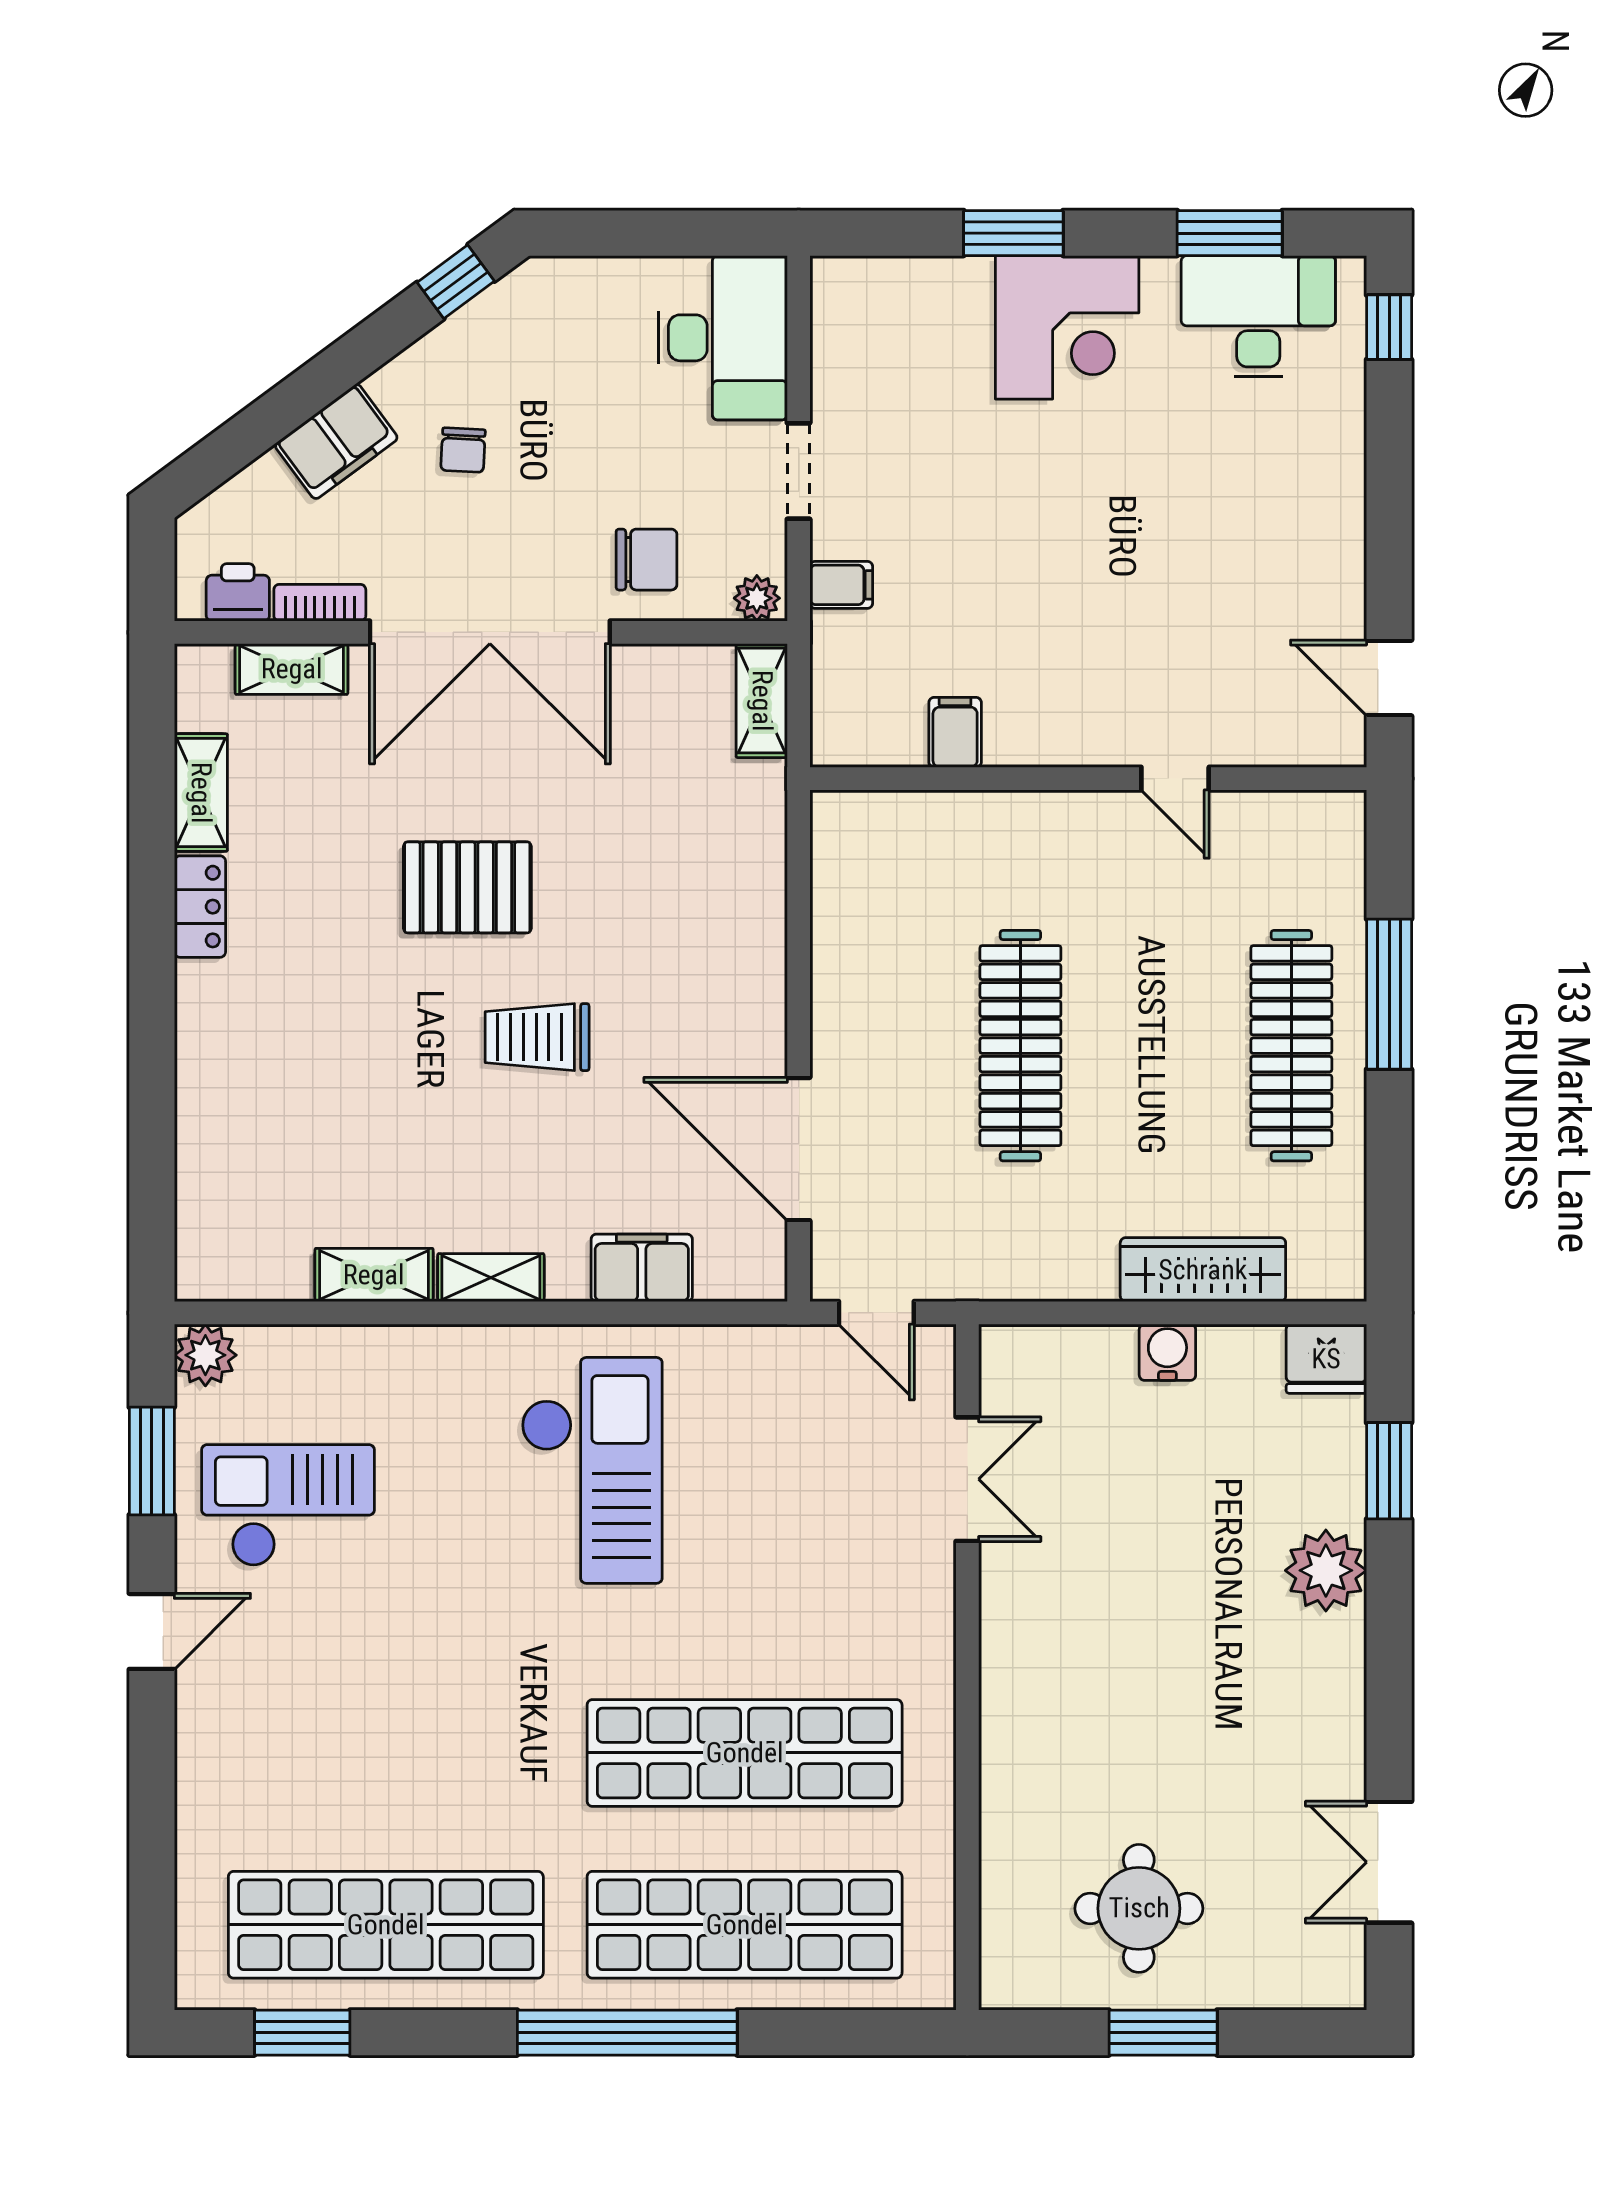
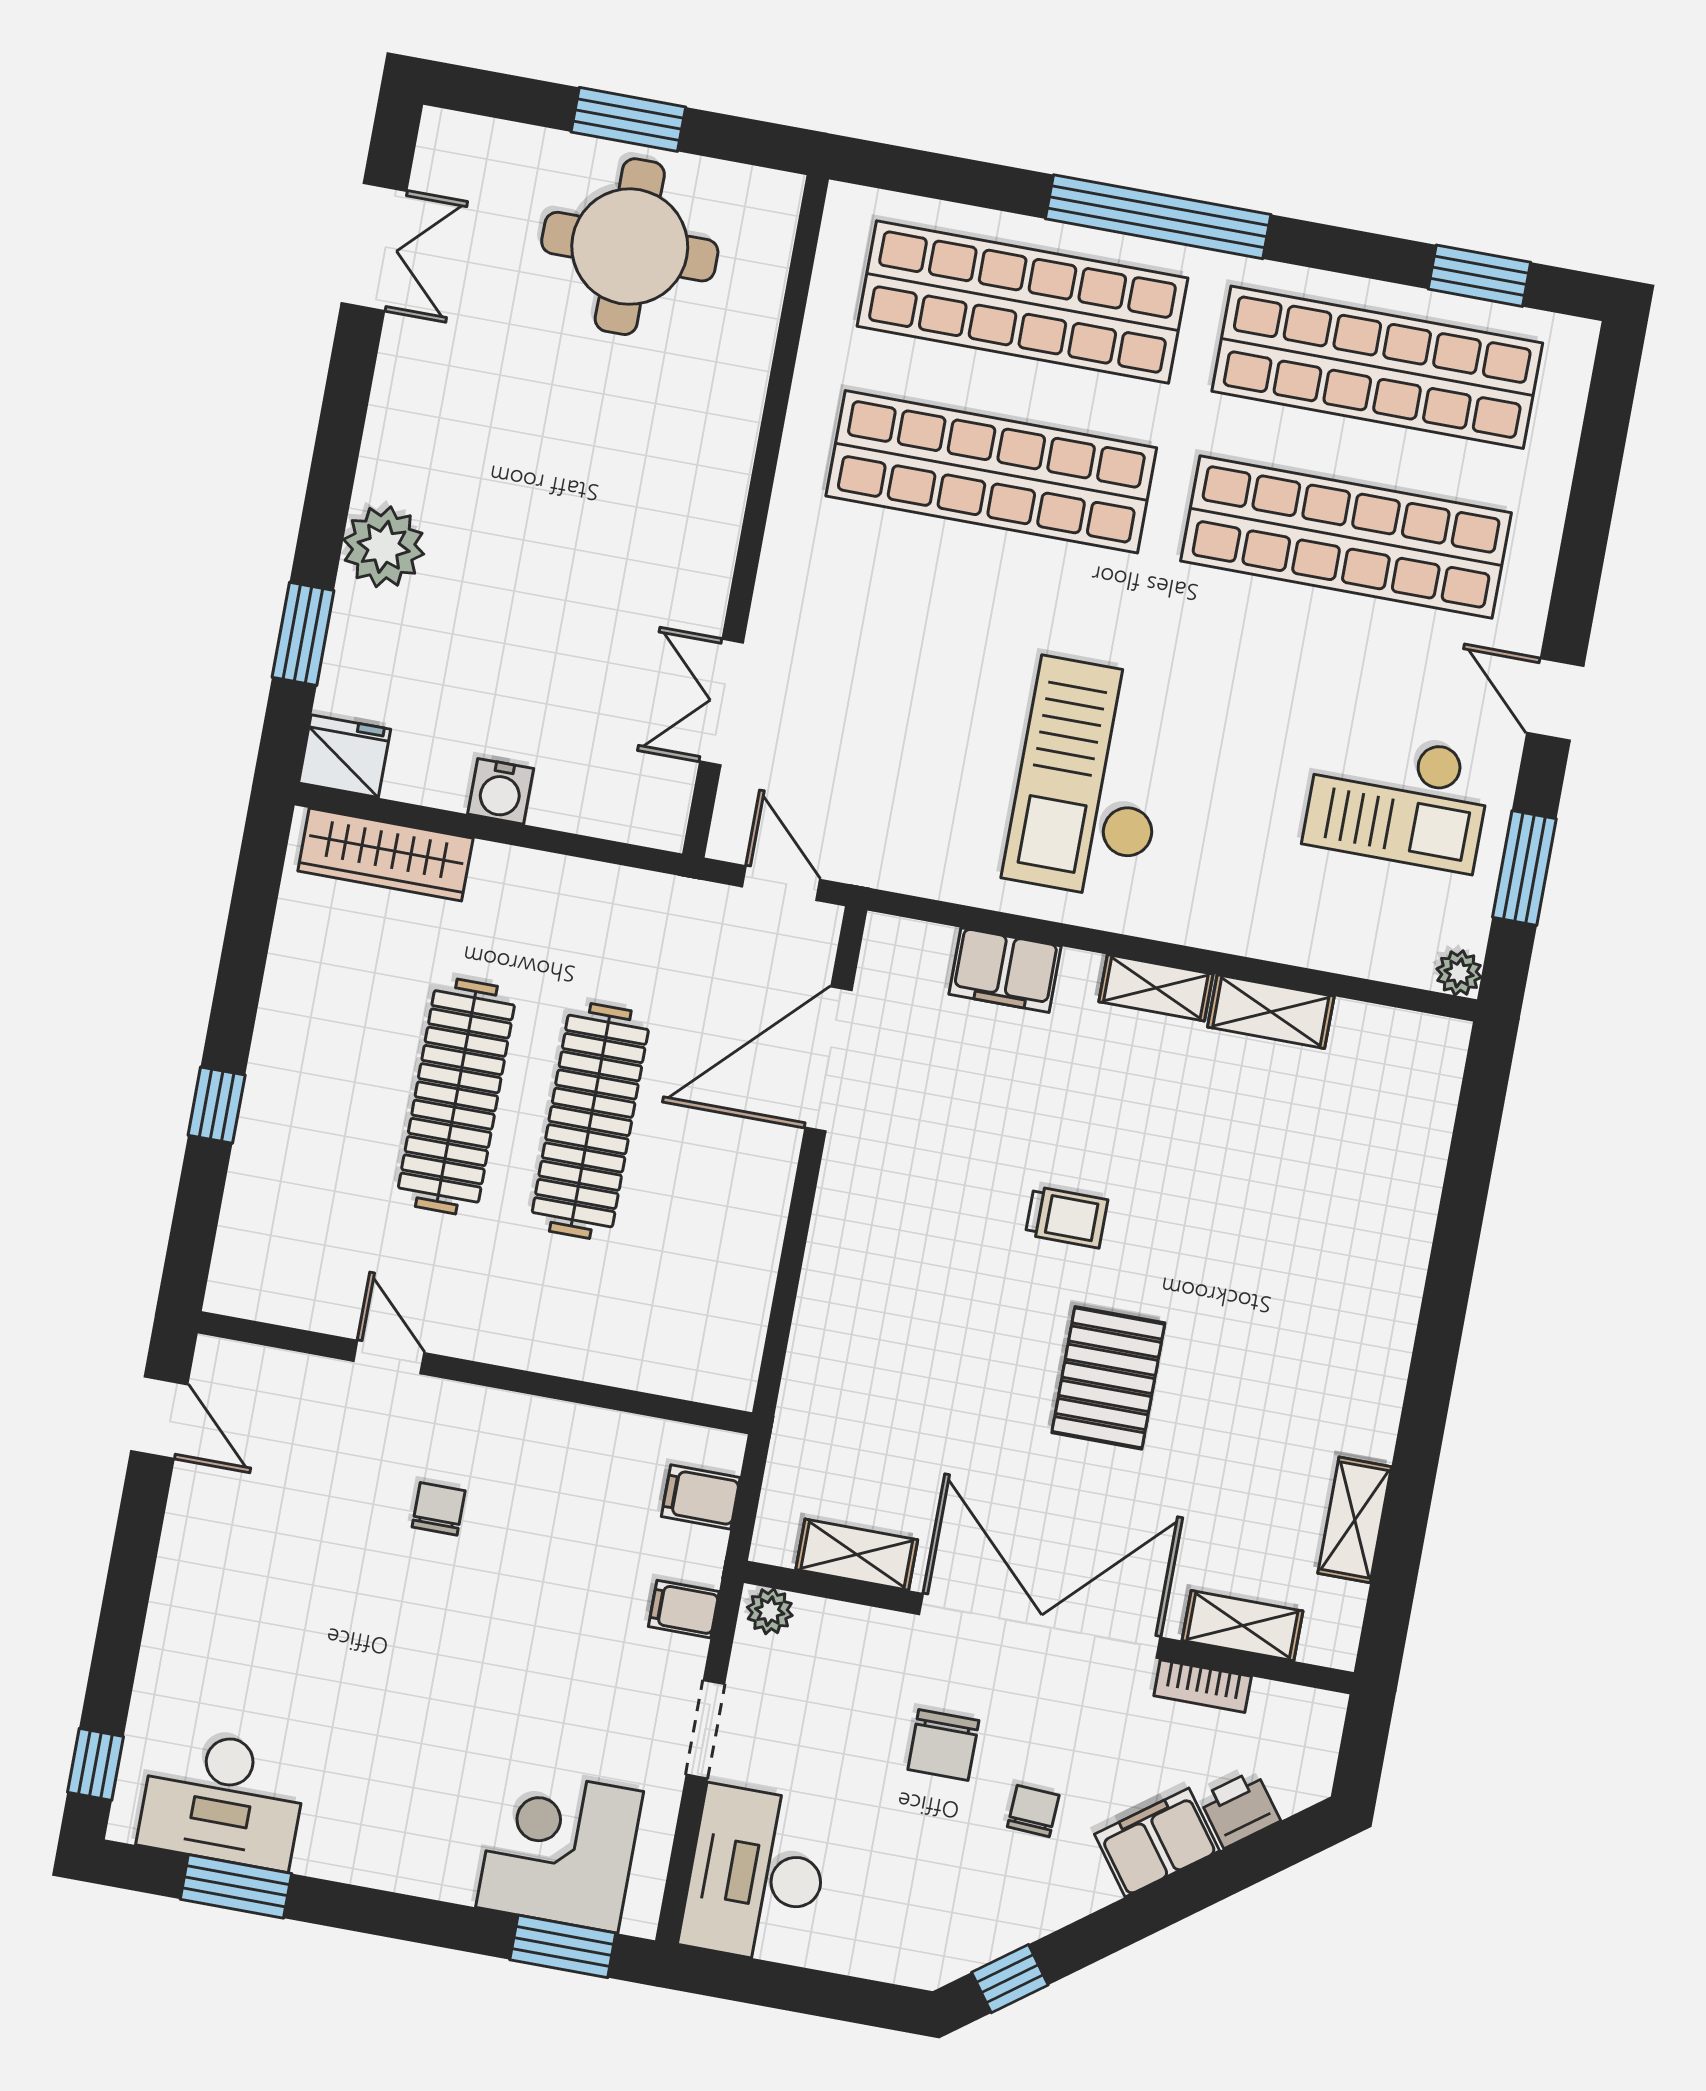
window: (1013, 233) -> (563, 1946), moved
corner desk: (1067, 327) -> (560, 1849), moved
chair: (646, 560) -> (943, 1745), moved, turned -90
printer: (238, 592) -> (1240, 1809), moved, turned 144
chair: (1099, 639) -> (439, 1509), added
shelving: (762, 701) -> (857, 1555), moved, turned 90
filing cabinet: (955, 732) -> (701, 1497), moved, turned 90
pallet: (467, 887) -> (1108, 1378), turned 90
locker: (200, 907) -> (1376, 1407), removed
window: (1389, 994) -> (217, 1105), width x0.46
trolley: (537, 1037) -> (1067, 1217), width x0.73, depth x0.72
clothes rail: (1291, 1046) -> (456, 1096), moved
door: (799, 1149) -> (828, 1059), swing flipped
wardrobe: (1203, 1270) -> (385, 855), moved
plant: (205, 1355) -> (1459, 973), width x0.73, depth x0.73
door: (152, 1631) -> (1555, 700), hinge flipped
shop shelf: (386, 1753) -> (1346, 537), added
round table: (1139, 1908) -> (630, 247), width x1.36, depth x1.36

